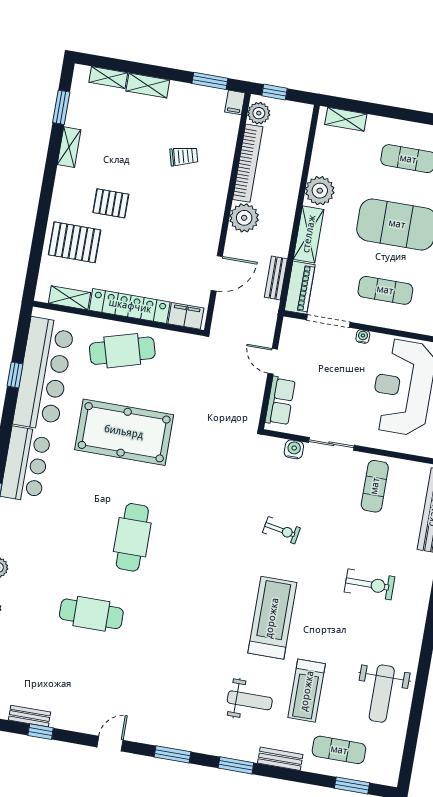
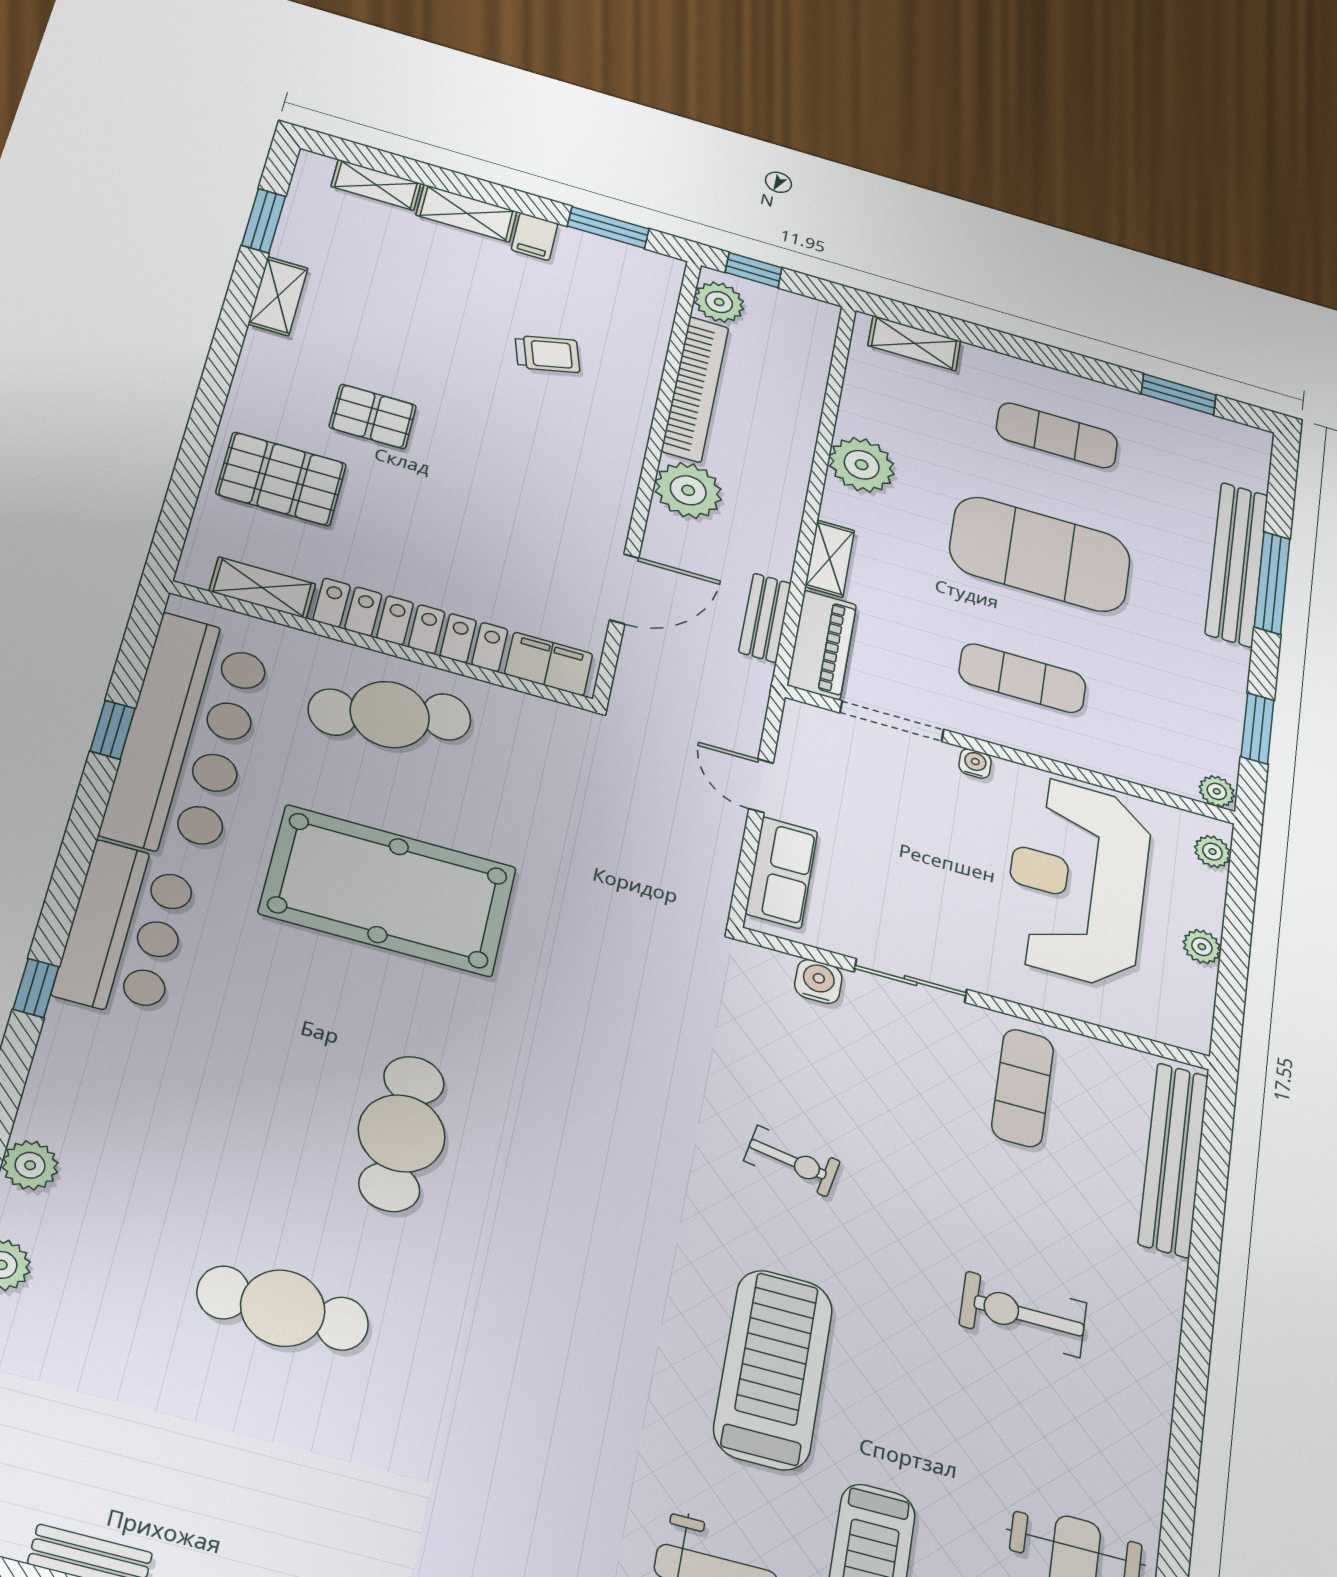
filing cabinet: (235, 102) -> (535, 237), moved
shelving: (309, 234) -> (830, 559), width x0.67, depth x0.75
exercise bike: (370, 584) -> (1023, 1314), turned 180

